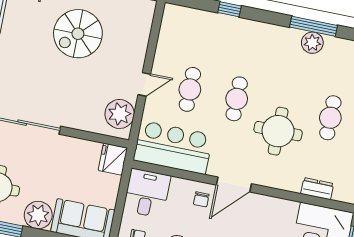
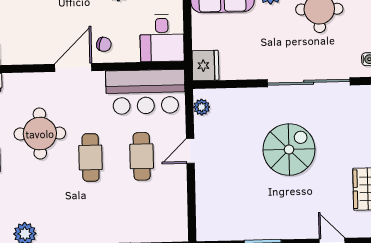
spiral stairs: (78, 34) -> (289, 150), moved
plant: (120, 114) -> (202, 107), width x0.53, depth x0.53
chair: (201, 199) -> (104, 44), turned 105

